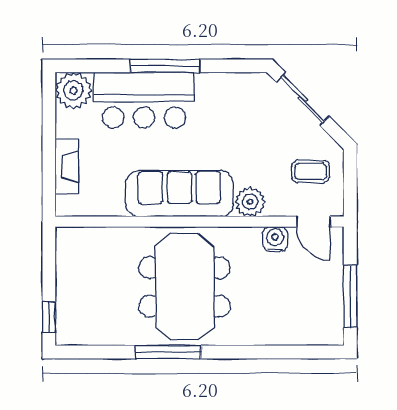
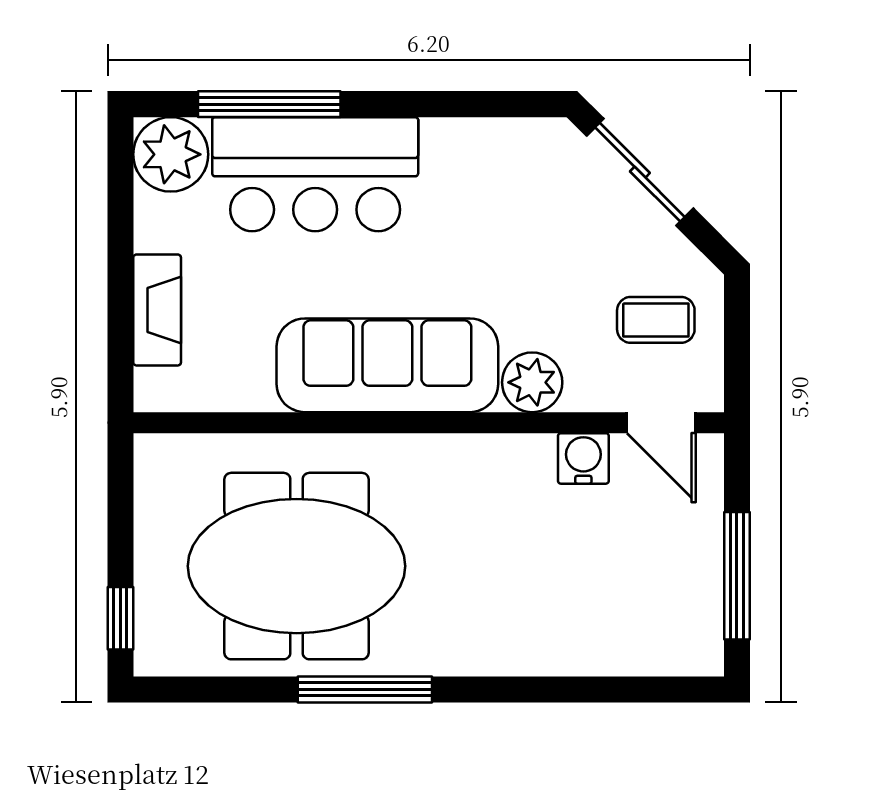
window: (165, 66) -> (269, 104), moved
meeting table: (185, 287) -> (297, 566), moved, turned 90

